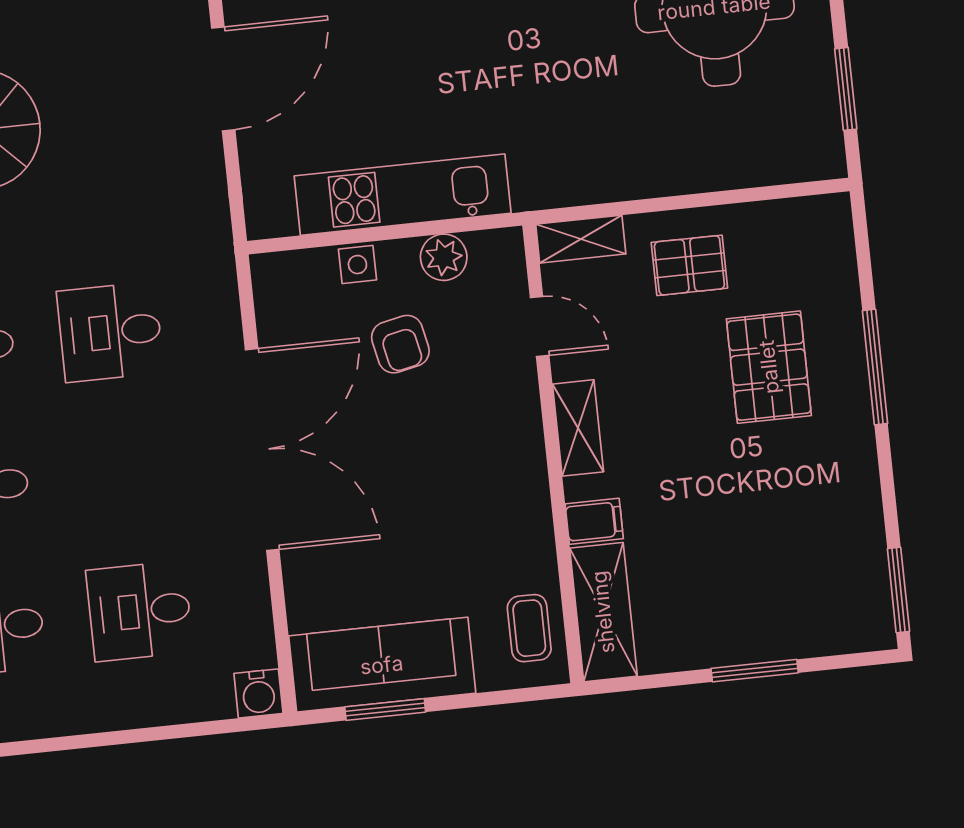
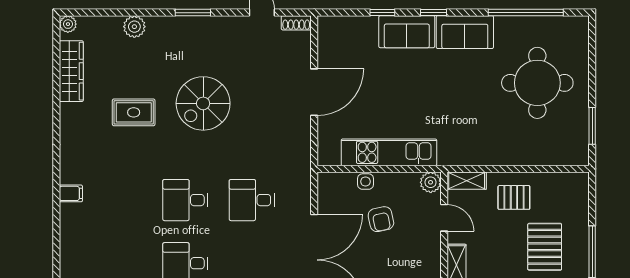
plant: (444, 257) -> (431, 182), moved

